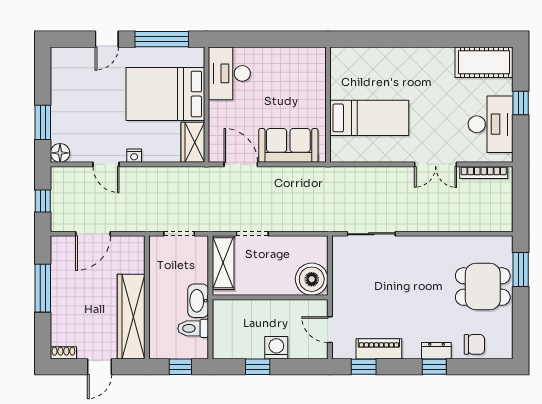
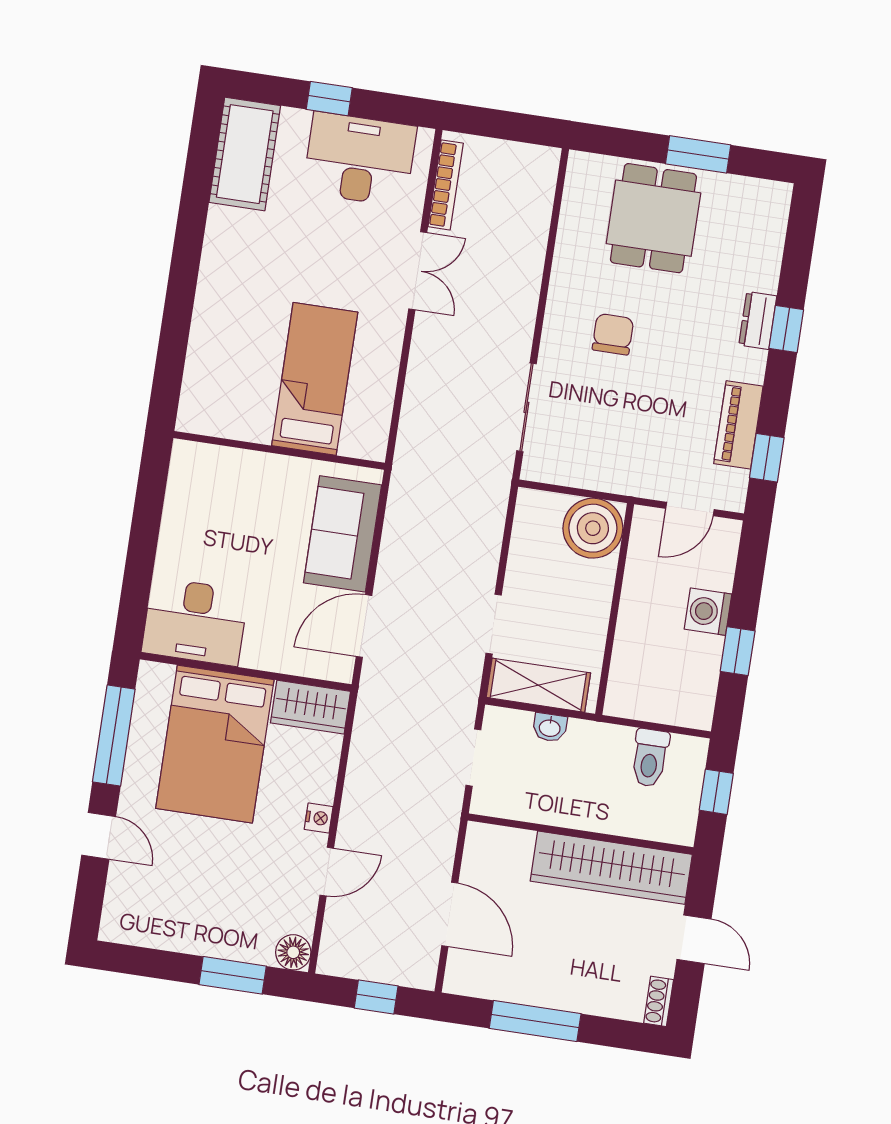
window: (521, 269) -> (698, 154), moved
washbasin: (198, 301) -> (550, 727), moved, width x0.52, depth x0.69
chair: (474, 344) -> (613, 334), moved

